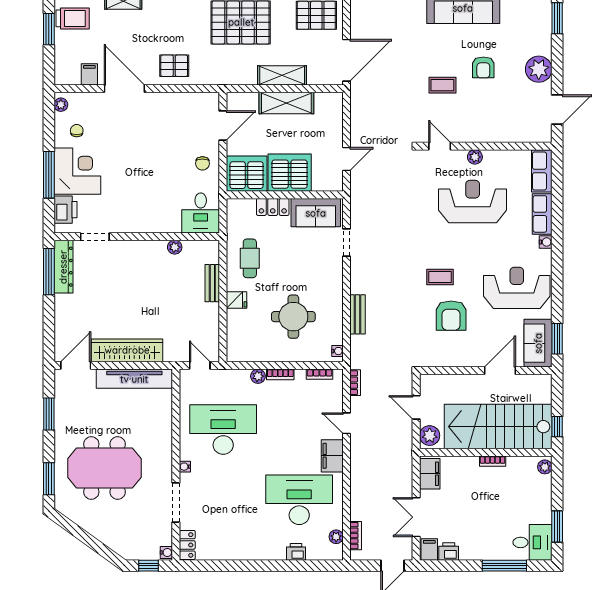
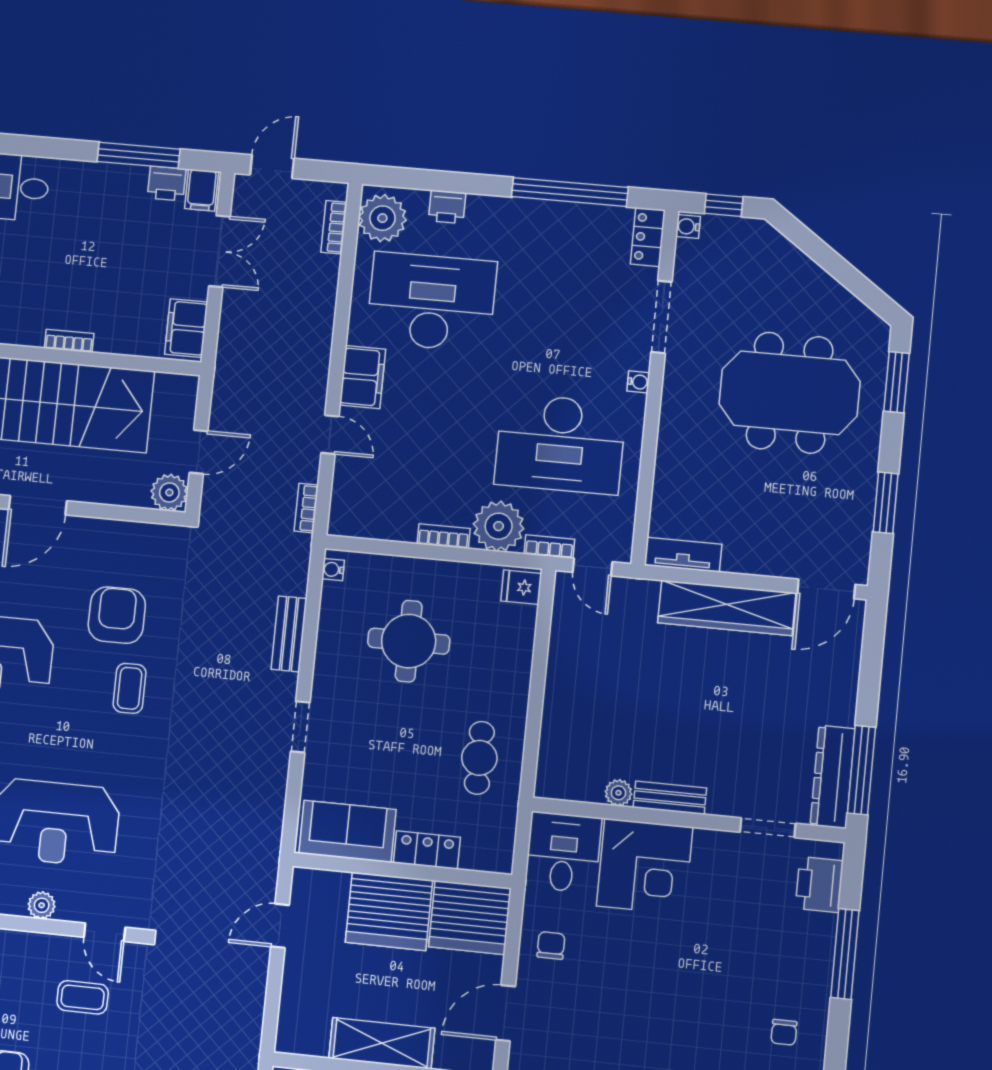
coffee table: (442, 85) -> (83, 997), moved
corner desk: (77, 171) -> (645, 866), moved, turned -90
doorway: (347, 242) -> (300, 727), moved
coffee table: (440, 277) -> (130, 688), turned 90
bench: (212, 283) -> (670, 798), moved, turned 90
fridge: (236, 300) -> (521, 587), moved
bookcase: (319, 374) -> (549, 547), moved
plant: (258, 376) -> (499, 526), width x1.87, depth x1.87
tv unit: (134, 379) -> (683, 555), width x0.52, depth x0.78
door: (416, 407) -> (199, 452), hinge flipped
plant: (430, 436) -> (169, 492), moved
desk: (299, 500) -> (432, 302), turned 180
plant: (336, 537) -> (382, 218), width x1.88, depth x1.88
window: (231, 566) -> (570, 192), added
window: (504, 566) -> (139, 155), moved

